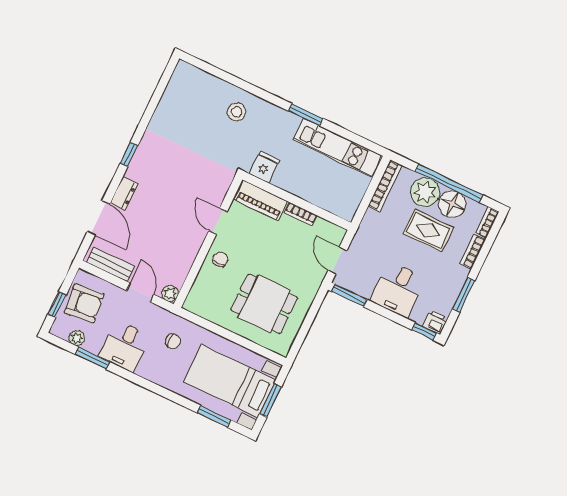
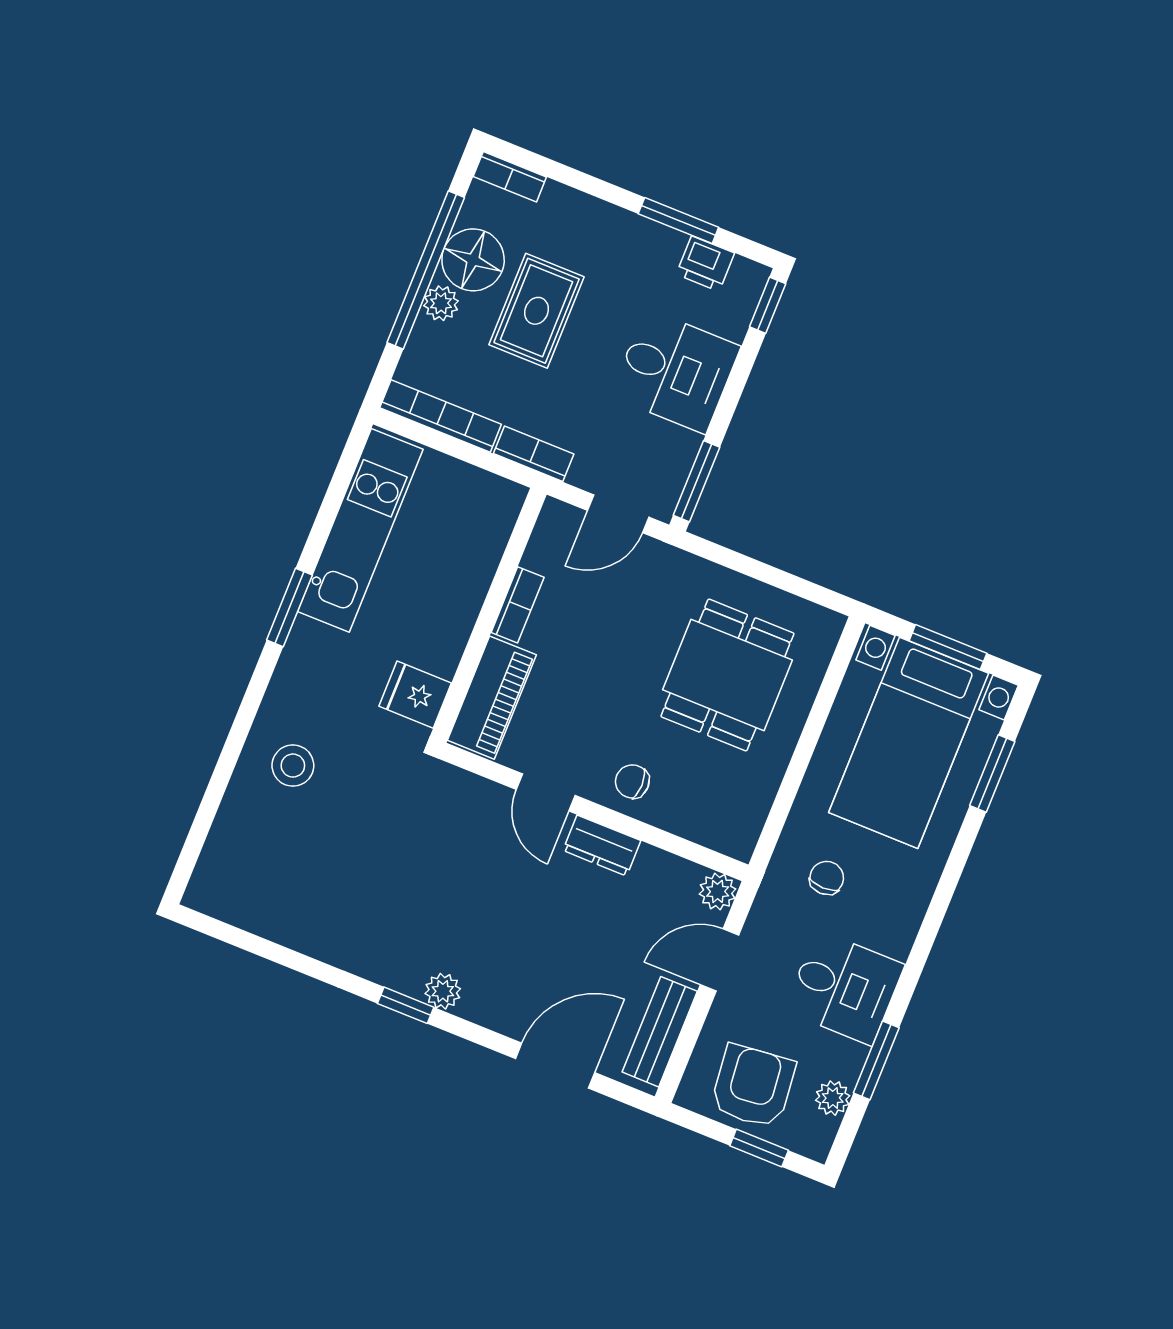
plant: (134, 171) -> (443, 991), added
plant: (425, 192) -> (441, 303), width x0.53, depth x0.53
dresser: (124, 193) -> (602, 846), moved, turned 180
door: (218, 221) -> (546, 792), hinge flipped
bookcase: (473, 252) -> (534, 454), moved, turned 180
printer: (435, 322) -> (705, 264), moved, turned -90

